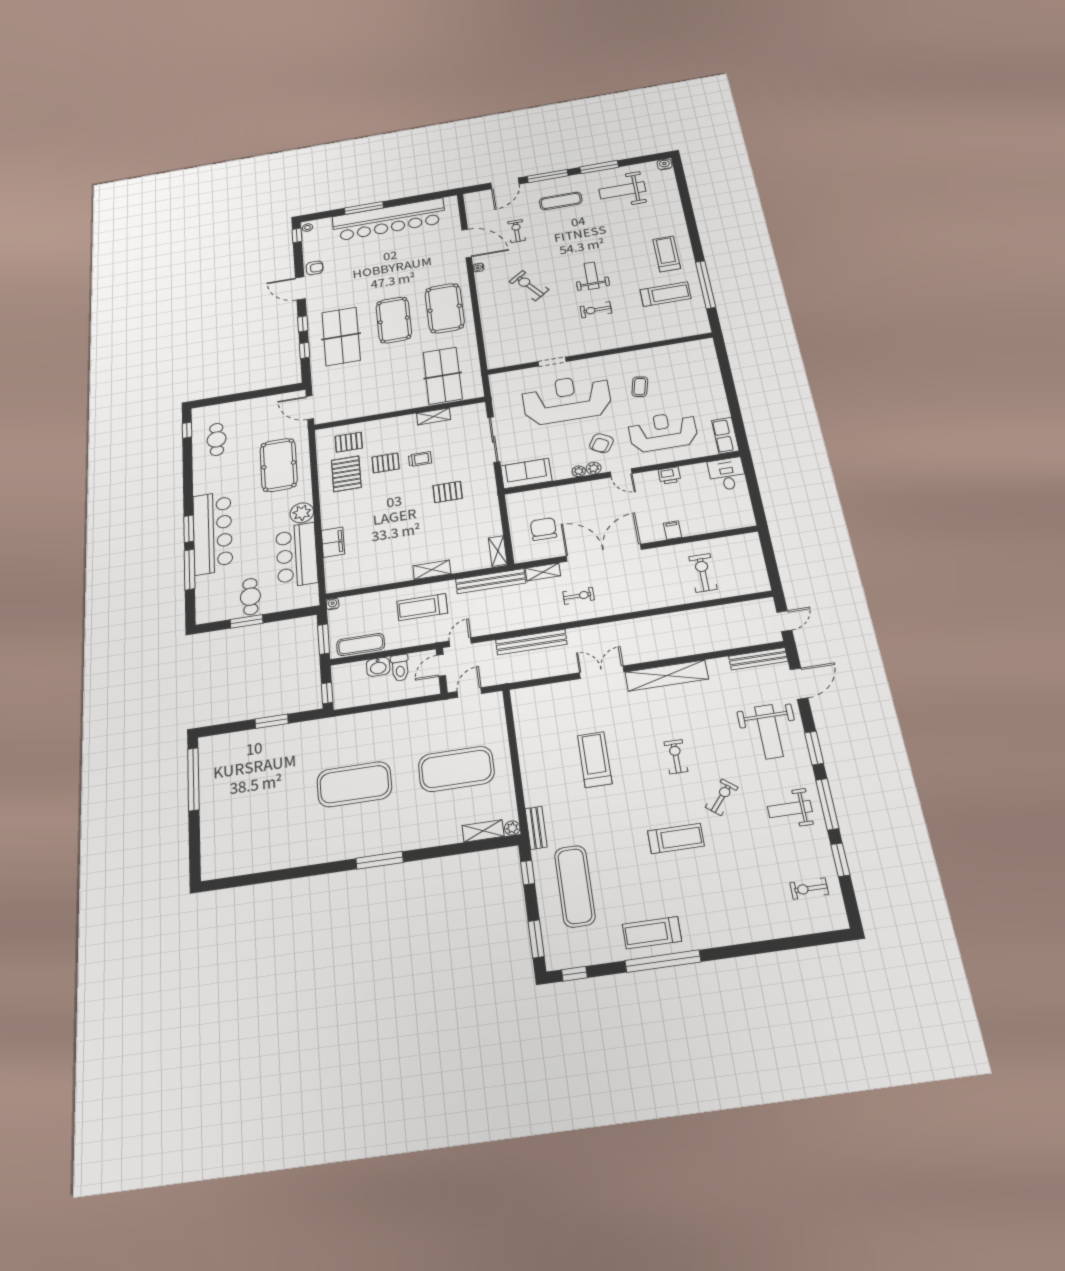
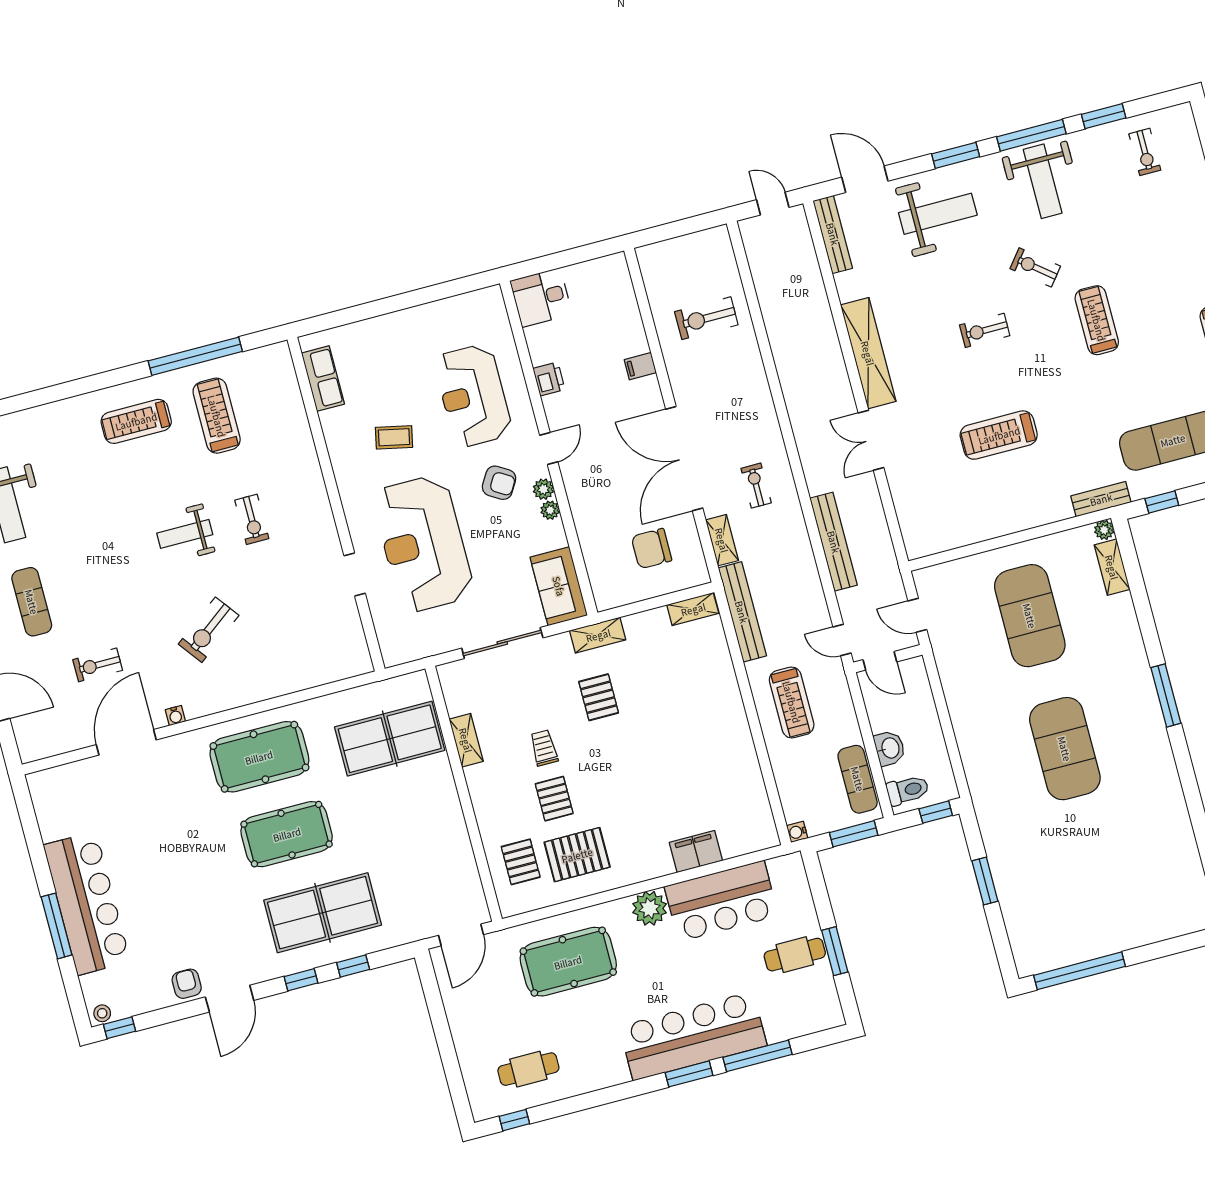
bar counter: (389, 220) -> (87, 903), width x0.73
row of seats: (725, 436) -> (323, 379), moved, turned -90
shelving: (432, 570) -> (598, 635), moved, turned 90
toilet: (400, 668) -> (908, 790), moved
weight bench: (790, 809) -> (1043, 181), width x1.36, depth x1.33

